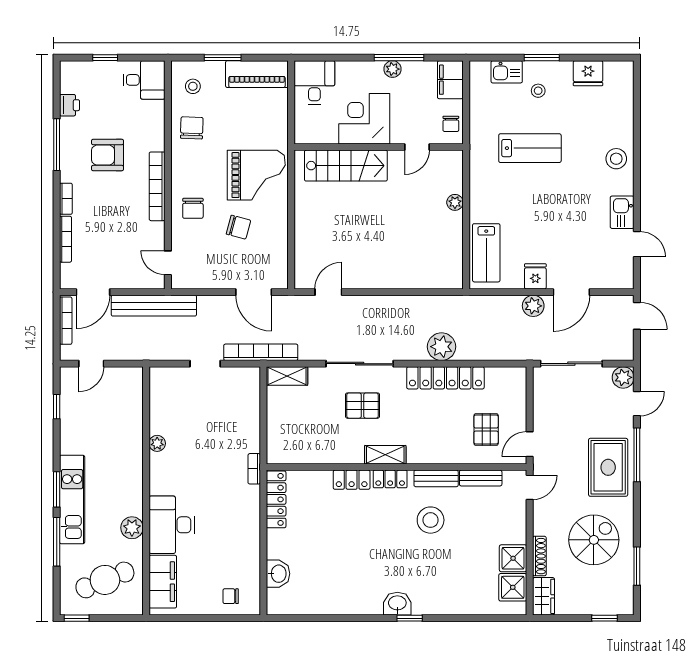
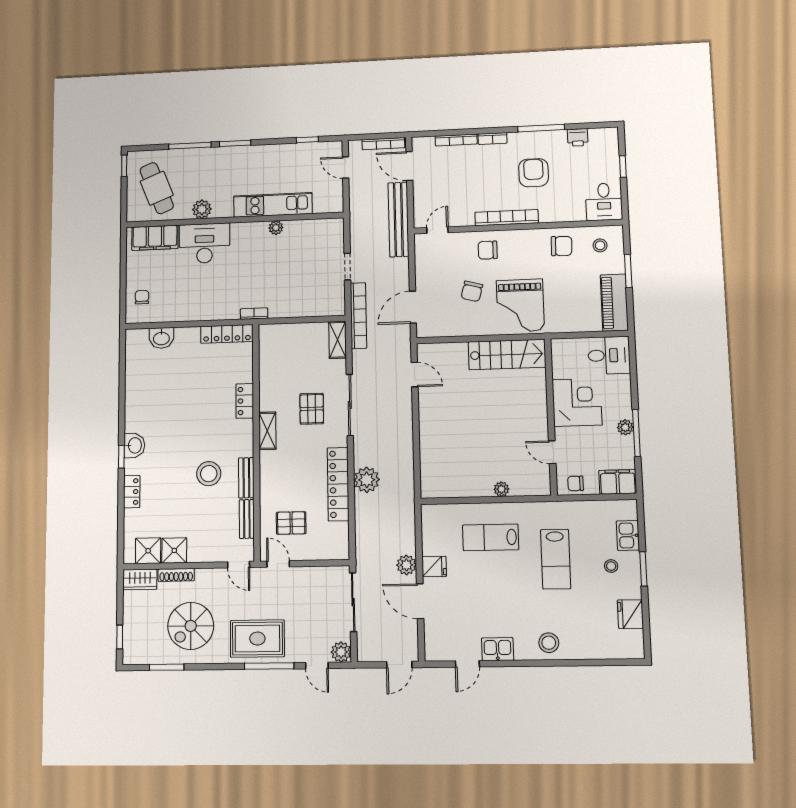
stairs: (346, 166) -> (507, 354), moved, turned -90
lab bench: (486, 253) -> (491, 537), moved
locker: (390, 479) -> (132, 492), moved, turned 180
kitchen unit: (72, 500) -> (273, 205), moved, turned 180
spiral stairs: (594, 540) -> (191, 626), turned 90

